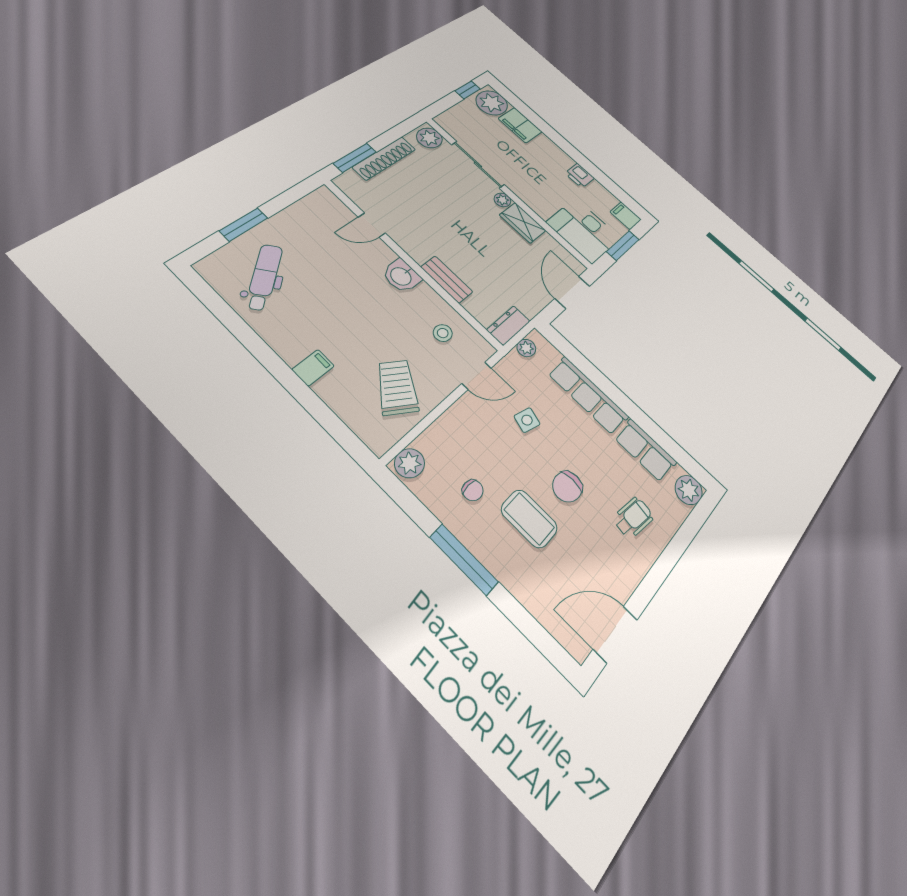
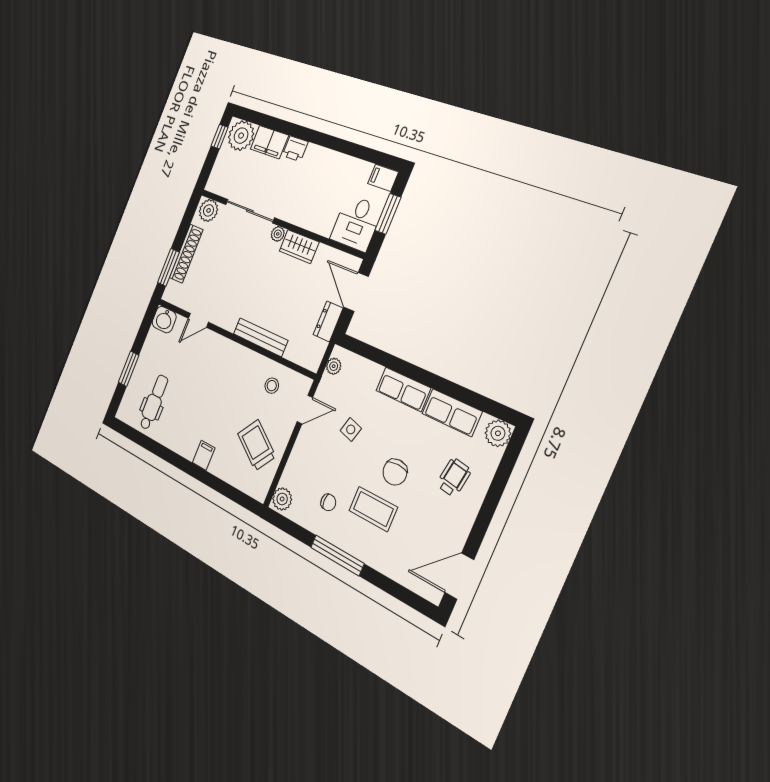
printer: (580, 176) -> (295, 149), moved
desk: (583, 230) -> (357, 223), width x0.73
washbasin: (401, 276) -> (164, 320), moved
dental chair: (264, 277) -> (154, 402), turned 39
bench: (447, 279) -> (260, 337), width x1.36
dresser: (508, 326) -> (328, 321), moved
row of seats: (588, 395) -> (403, 389), width x0.68

